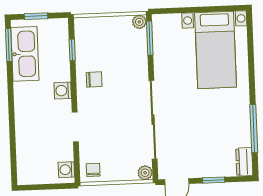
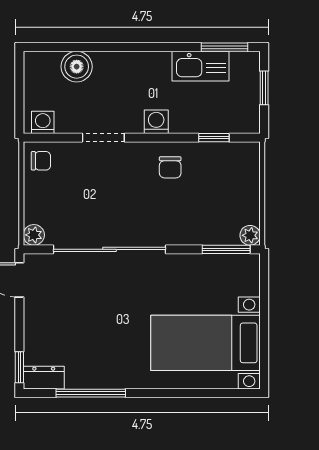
kitchen sink: (25, 54) -> (201, 66), width x0.73, depth x0.81
boiler: (26, 148) -> (77, 67), added
window: (214, 180) -> (19, 367), moved

